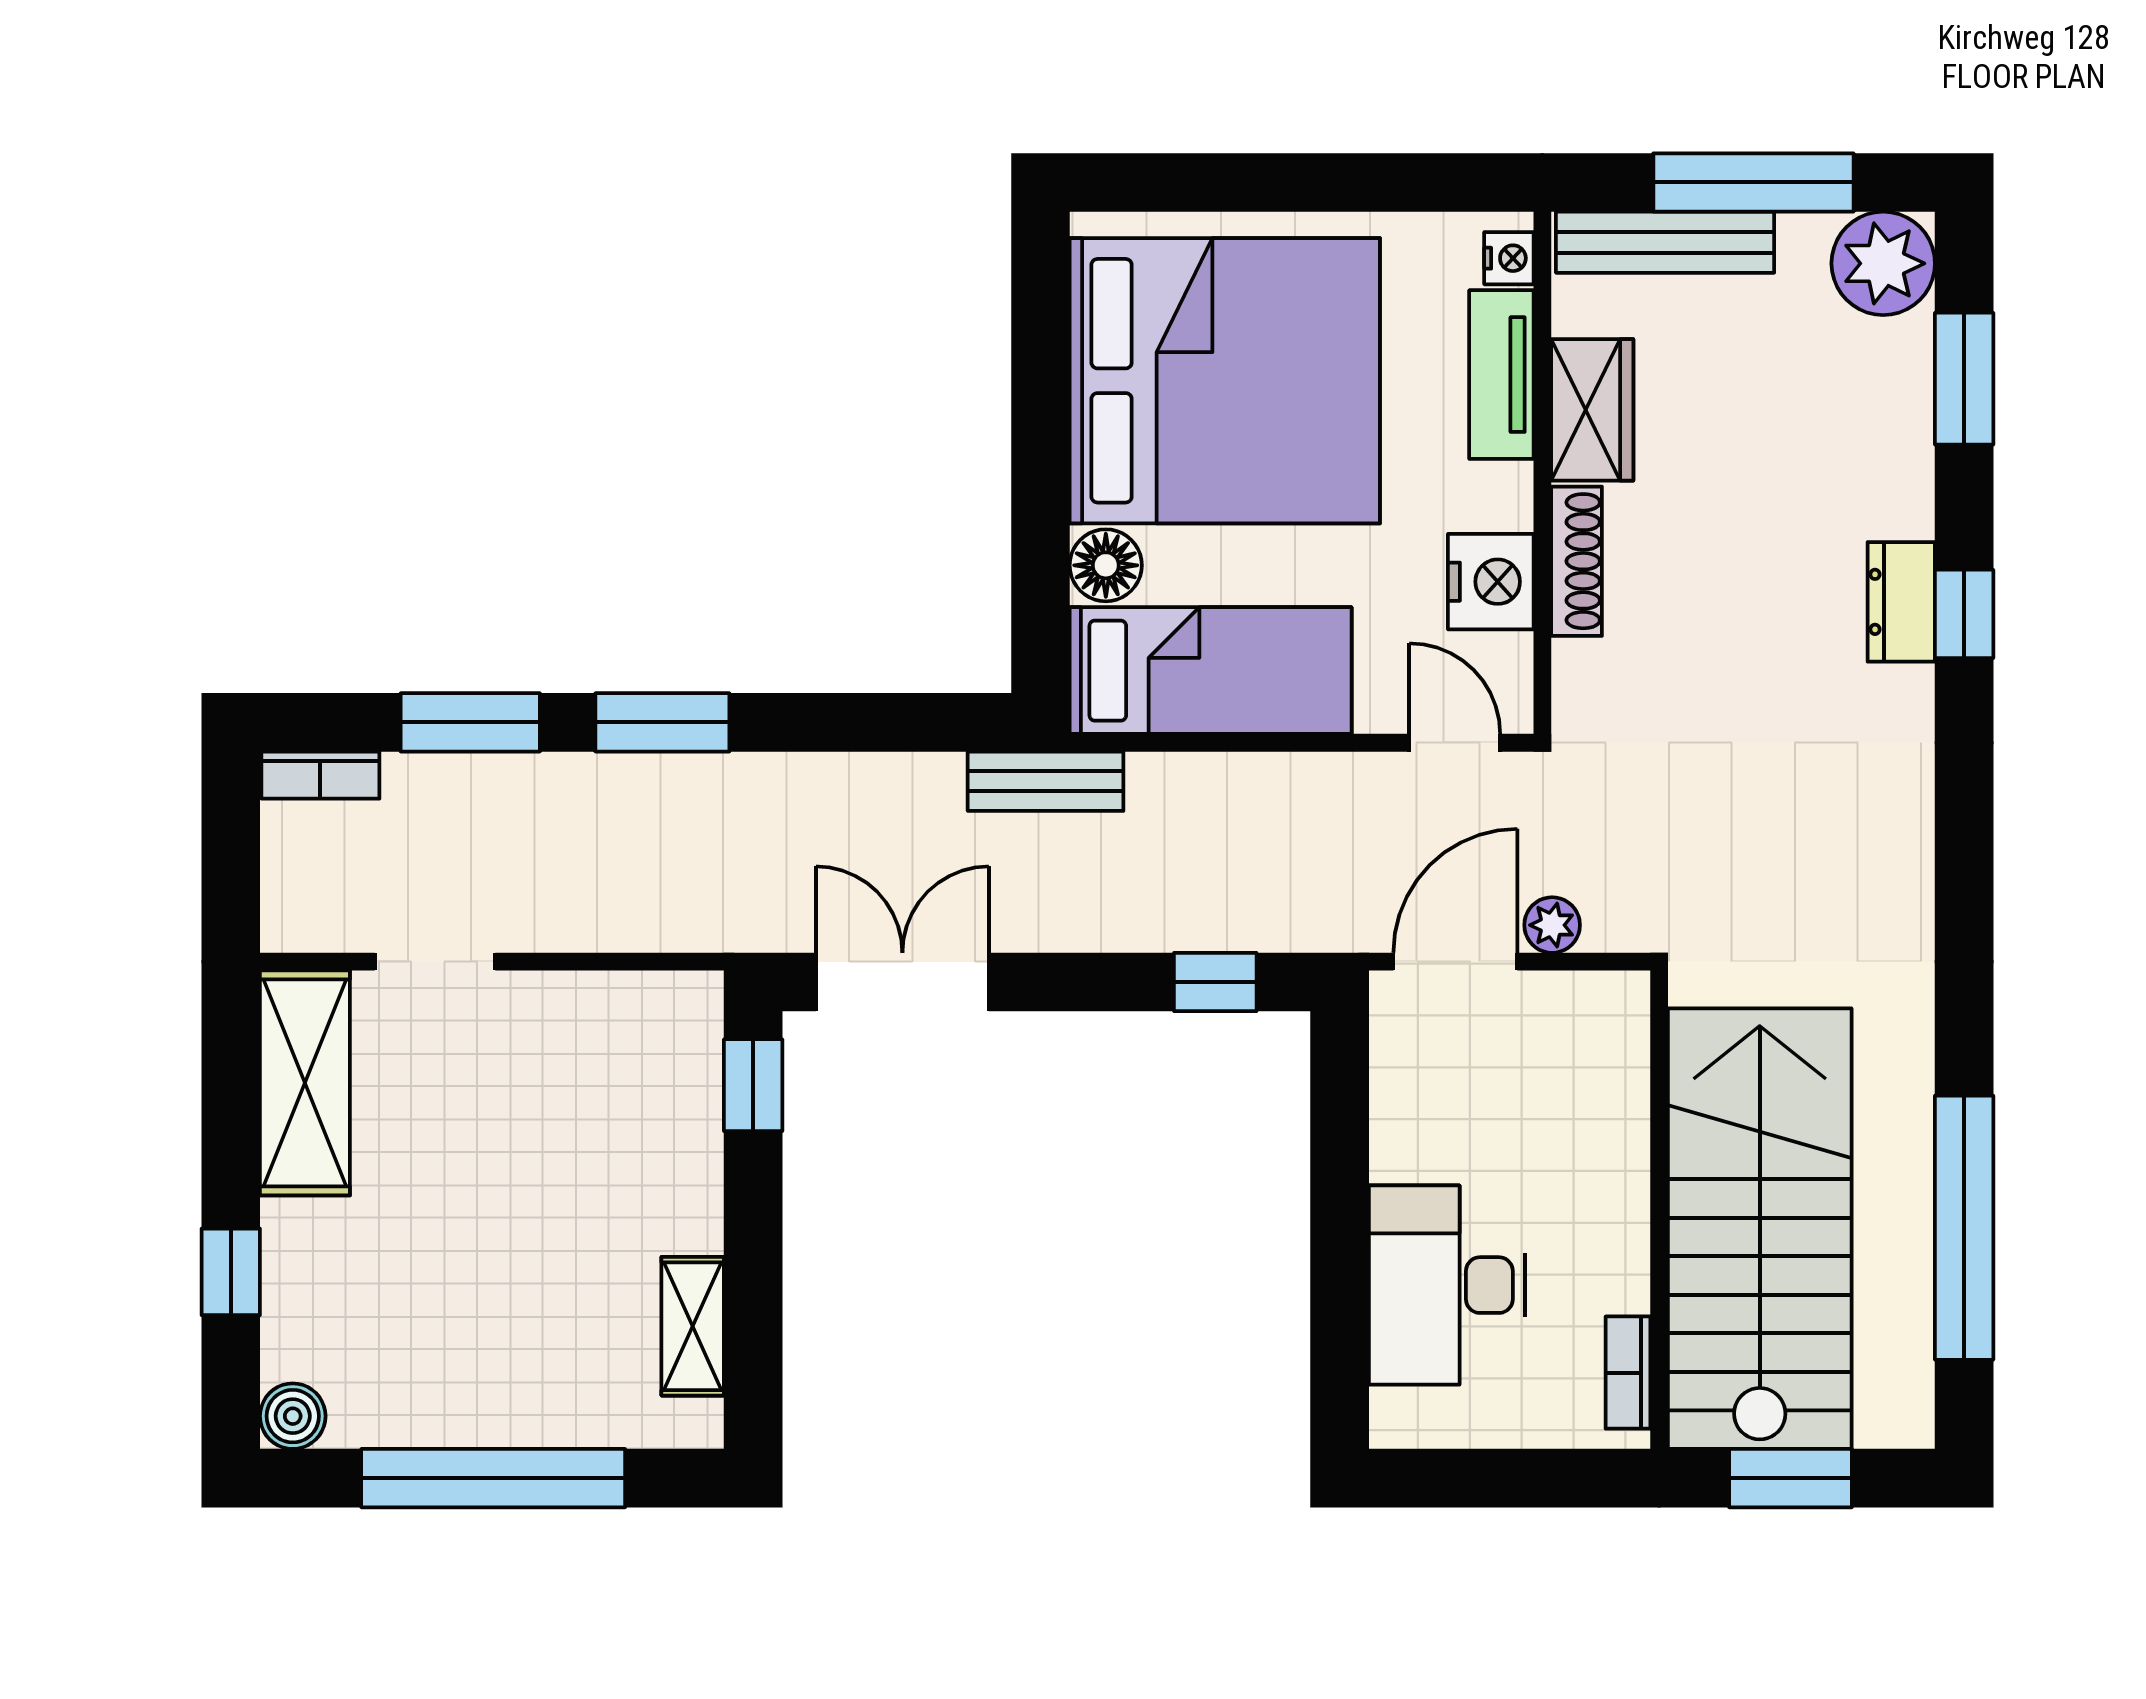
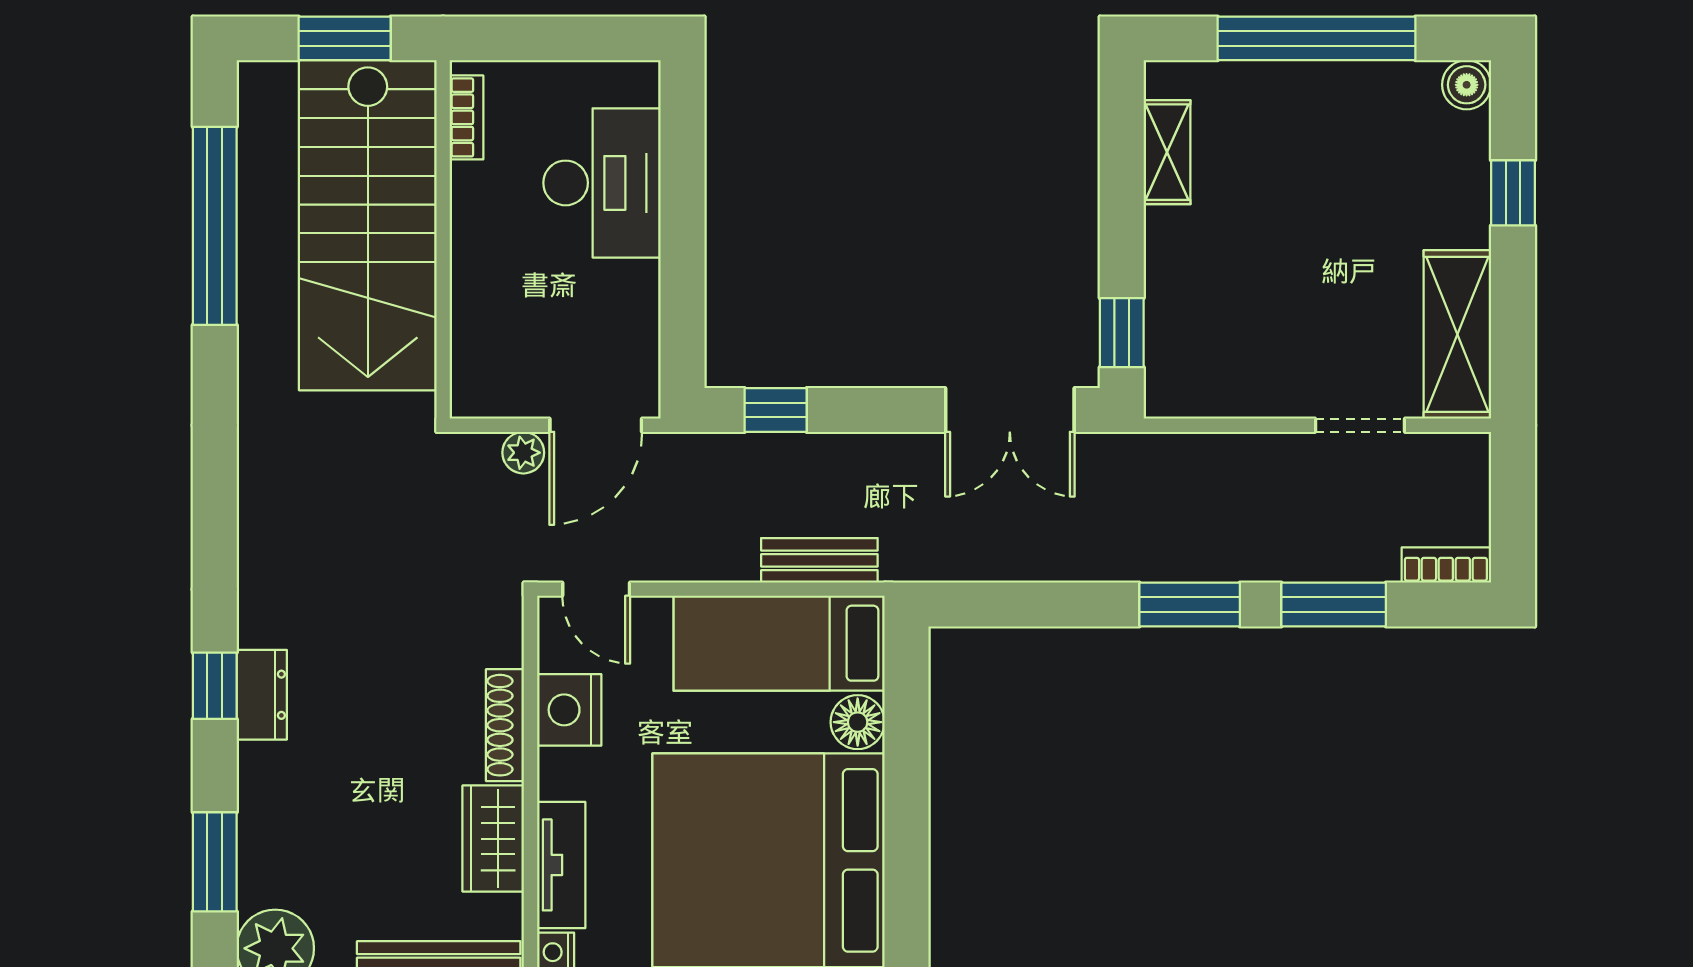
bench: (1046, 781) -> (819, 560), moved

